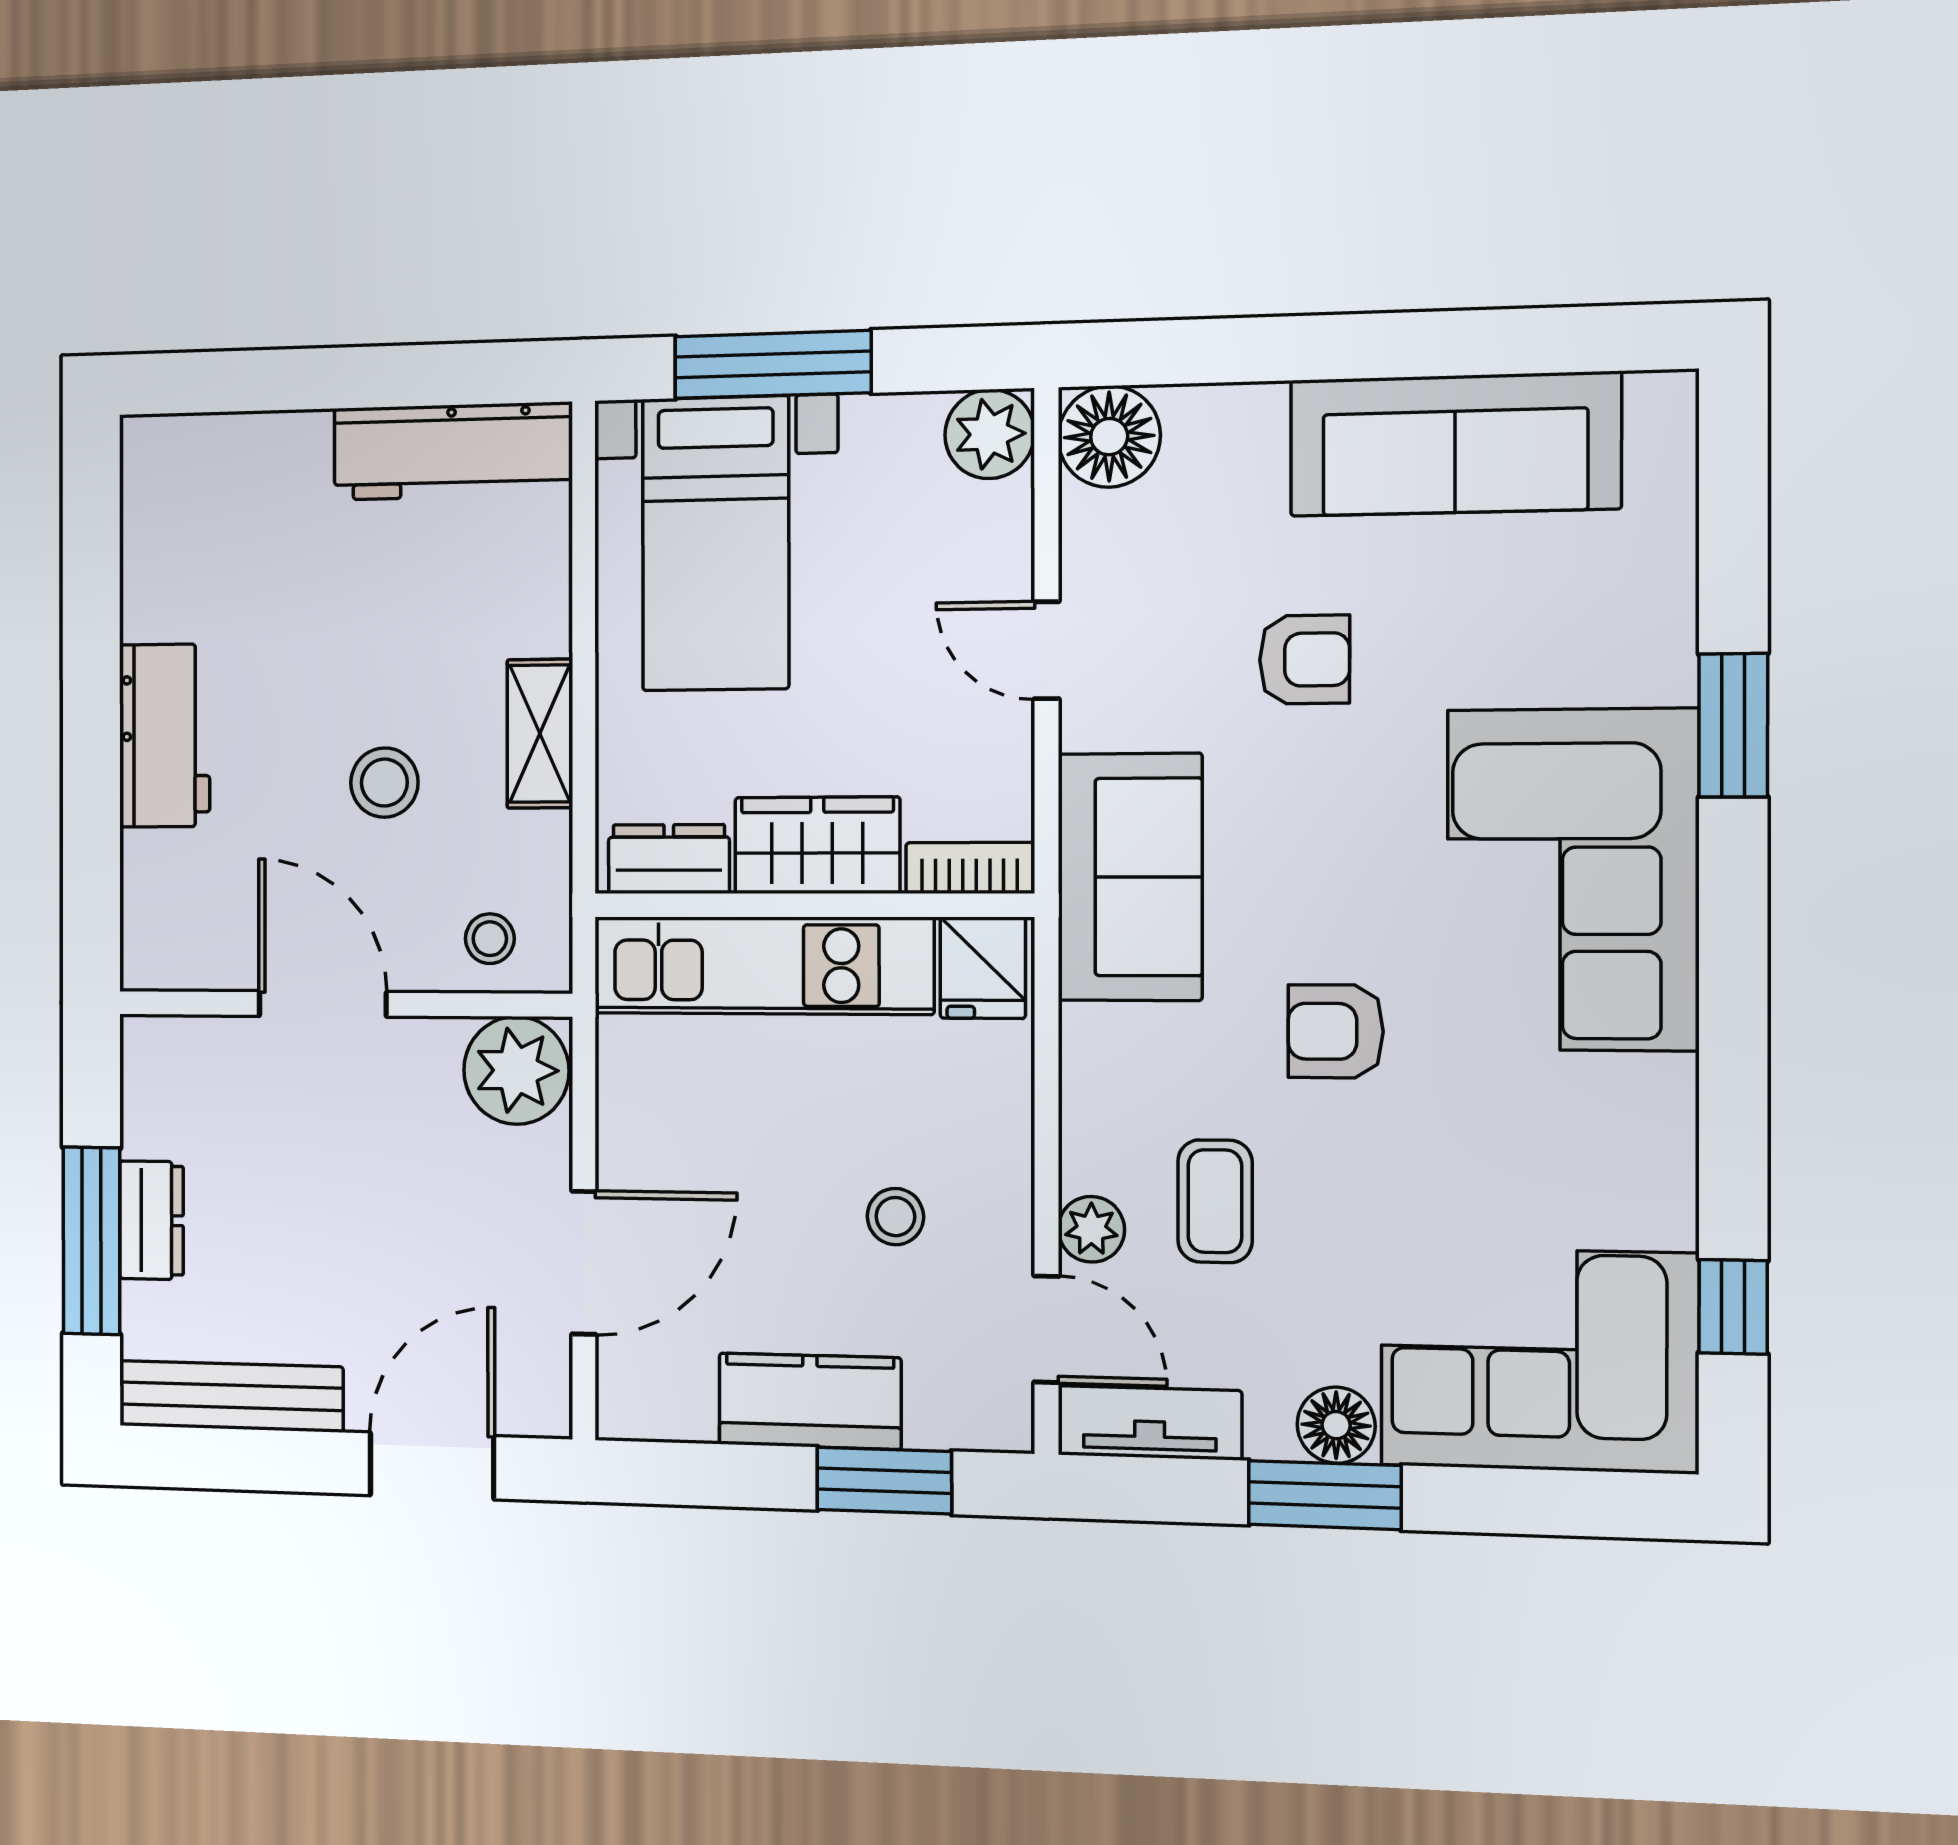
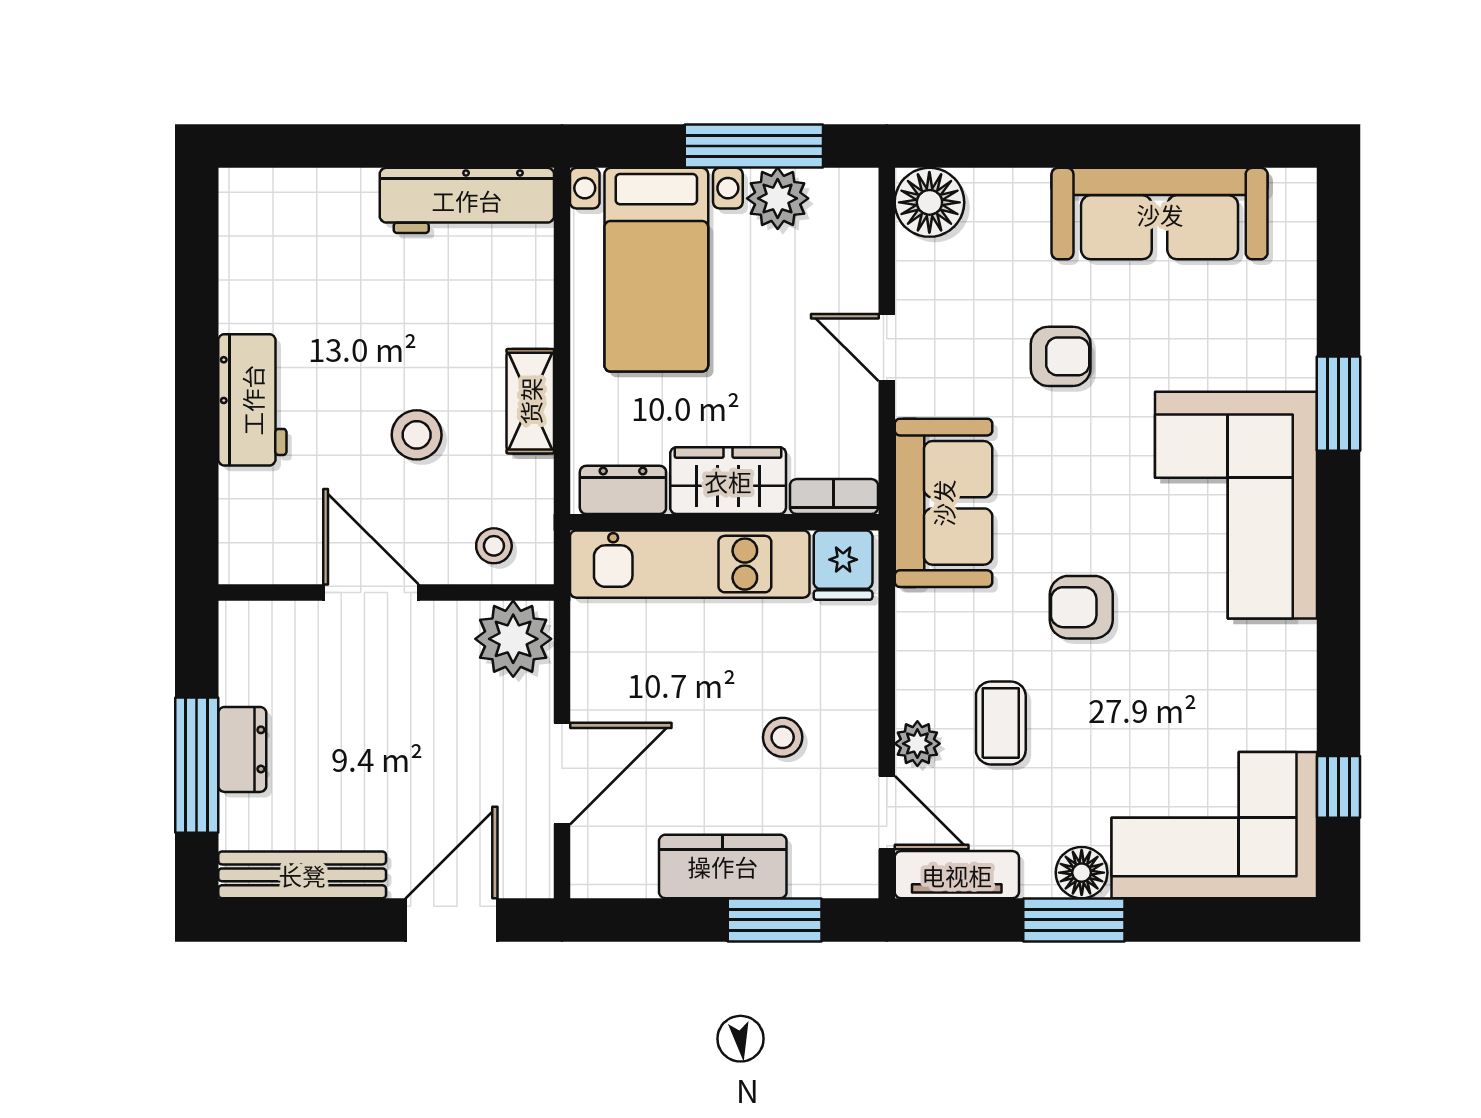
window: (773, 365) -> (754, 146), moved
plant: (990, 434) -> (778, 198), moved

